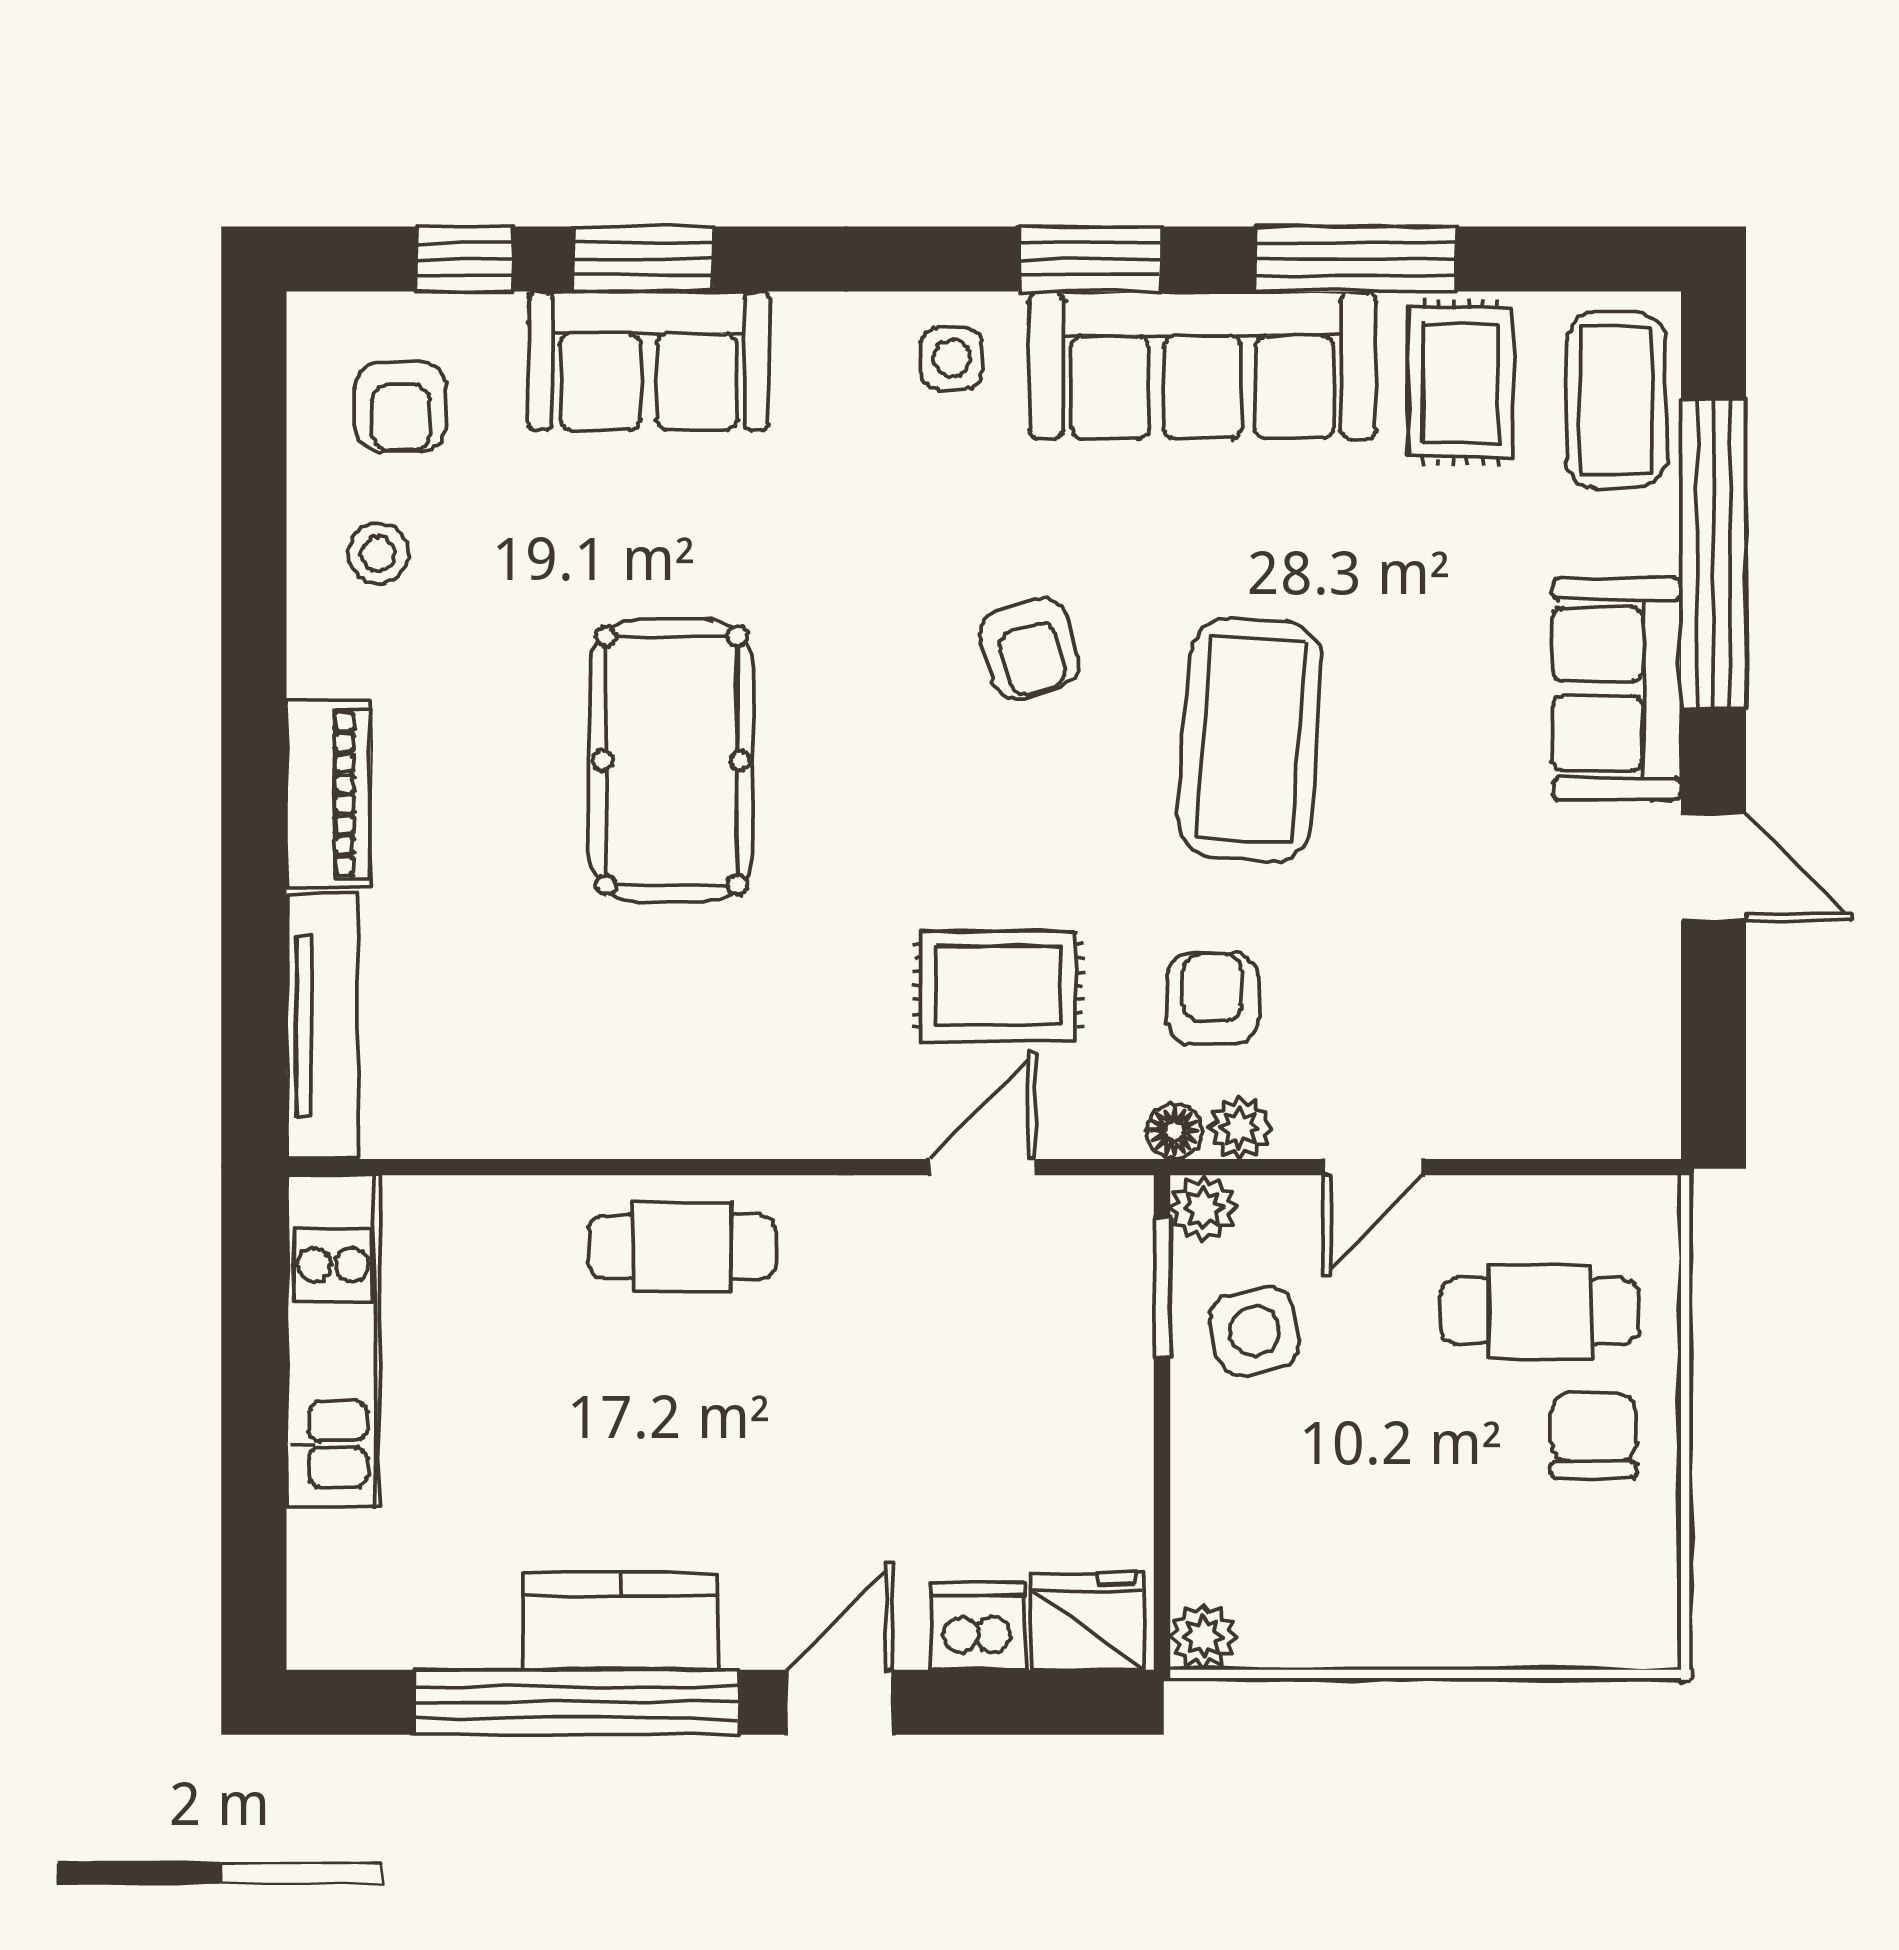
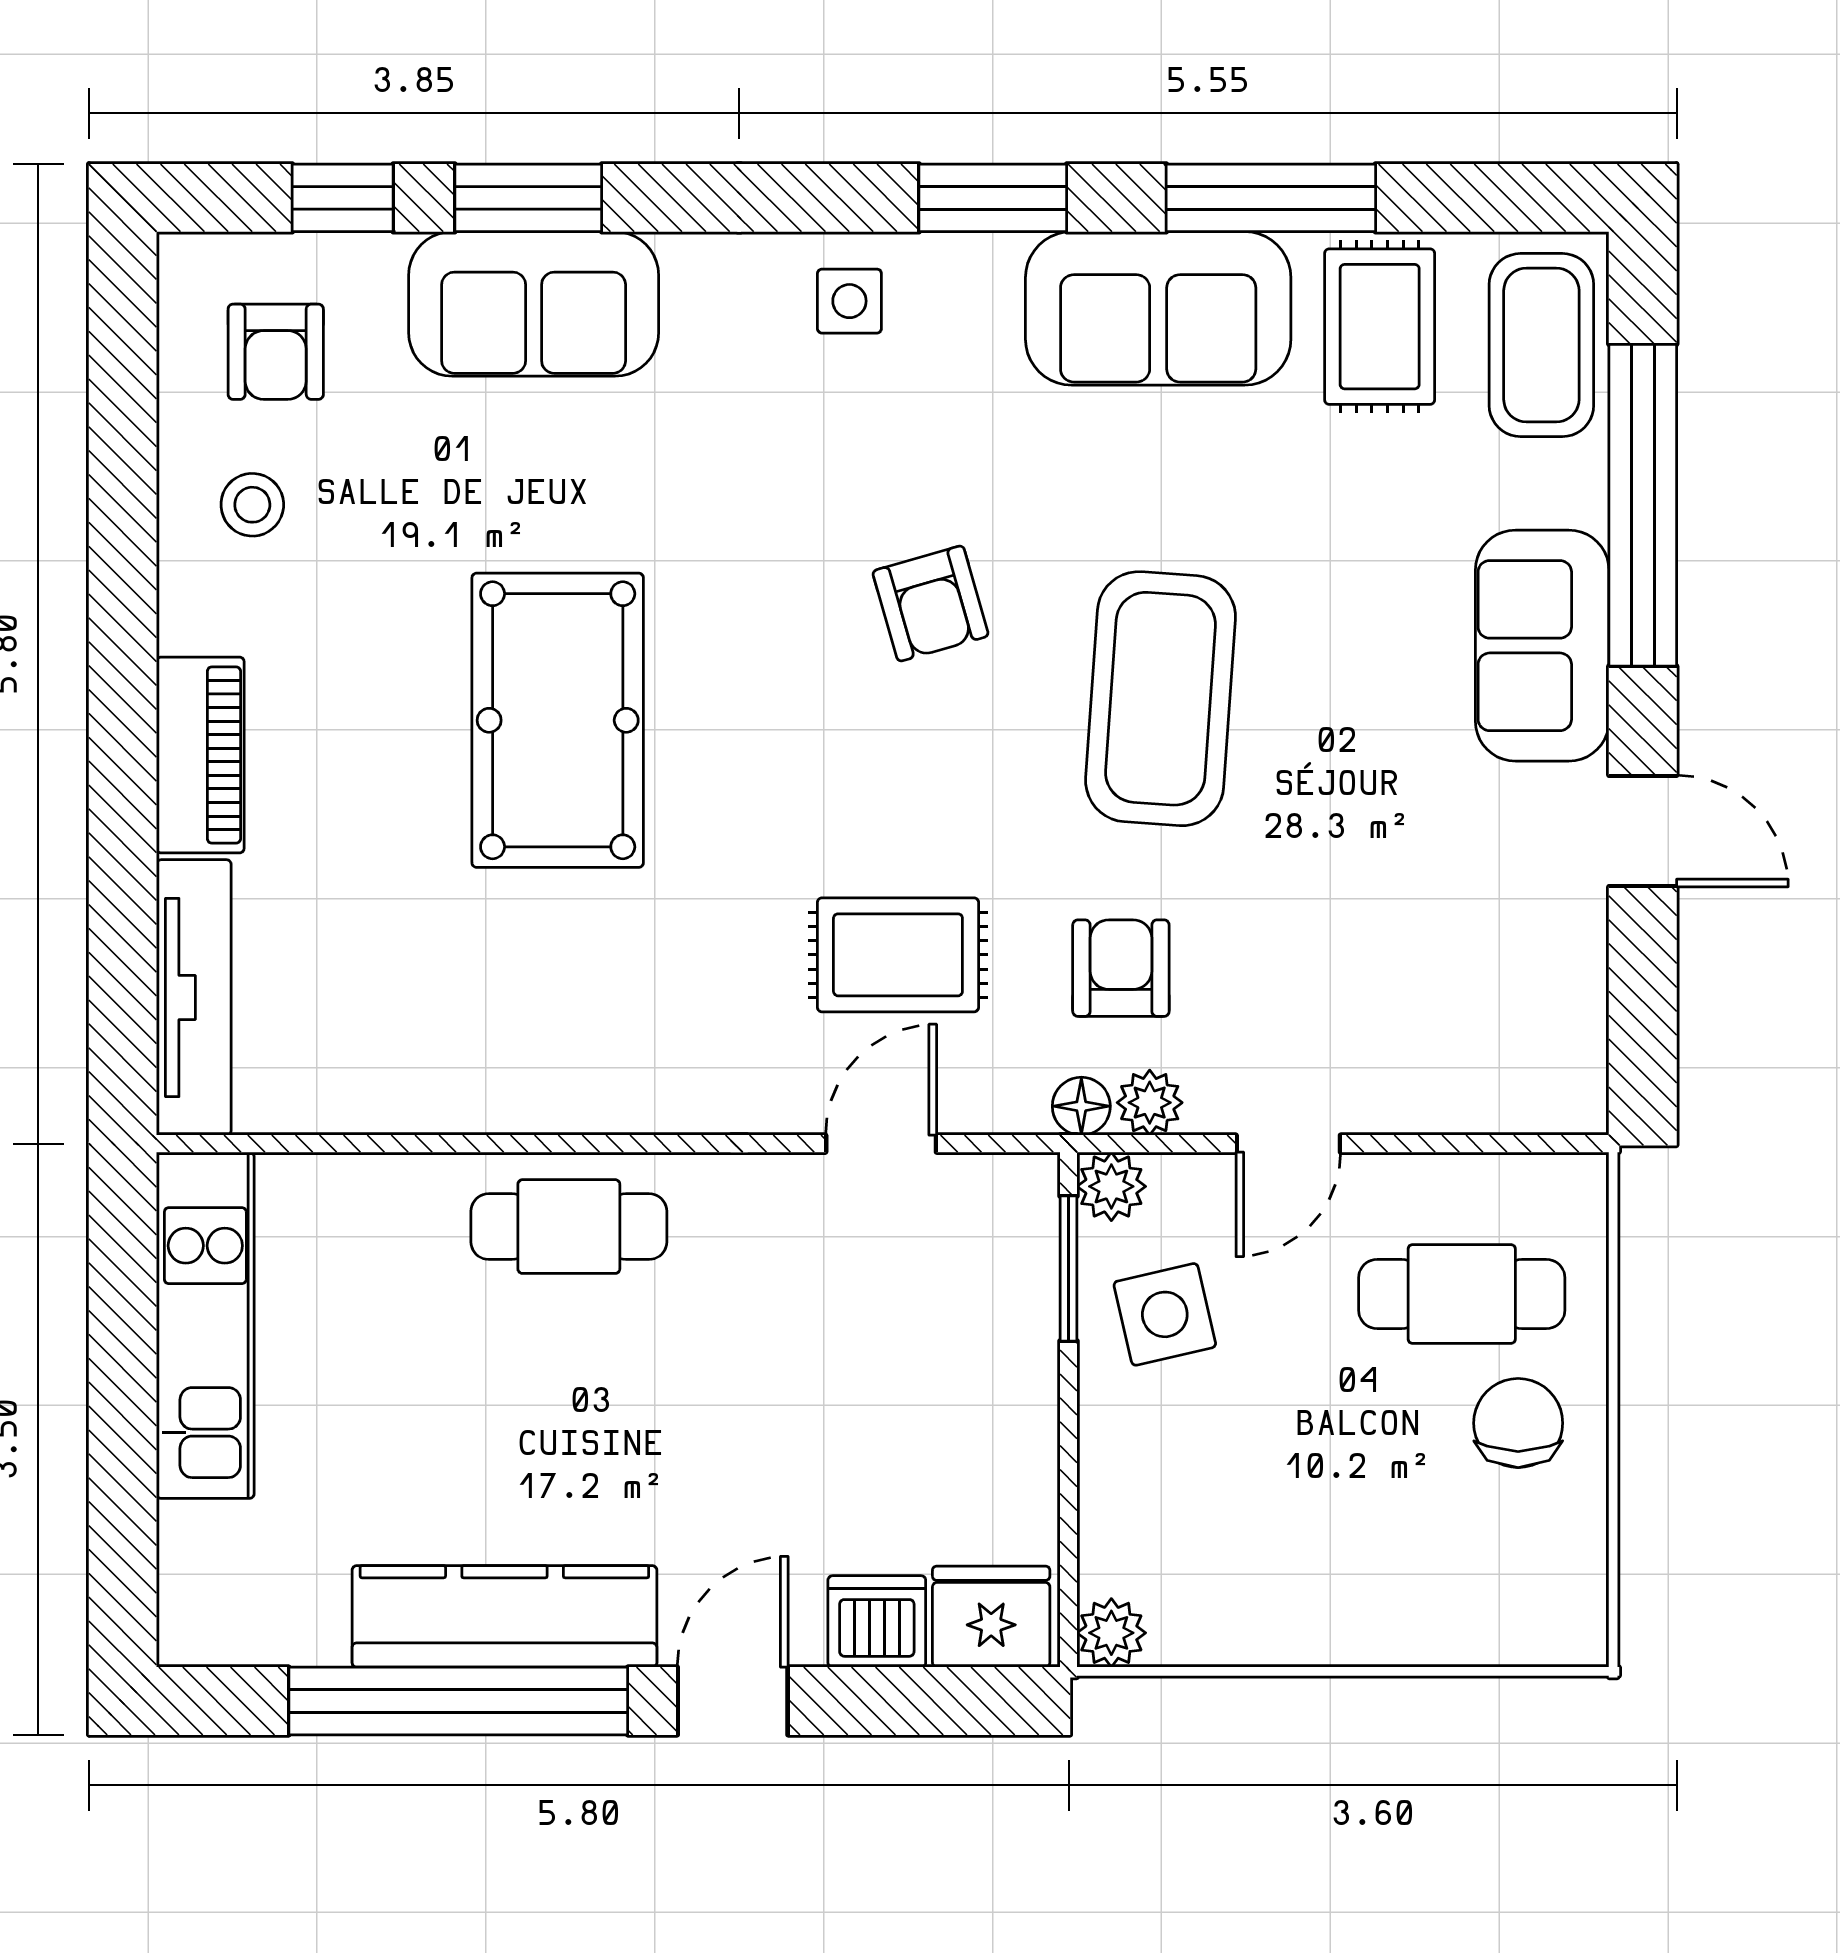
sofa: (1202, 365) -> (1158, 308), width x0.73
kitchen counter: (620, 1621) -> (504, 1616), width x1.50

